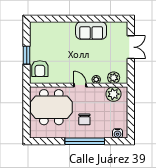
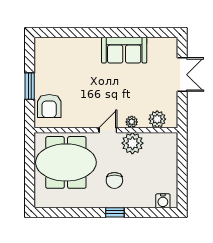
door: (80, 85) -> (108, 130), hinge flipped
plant: (113, 94) -> (132, 143), moved
window: (85, 141) -> (115, 212), width x0.32

